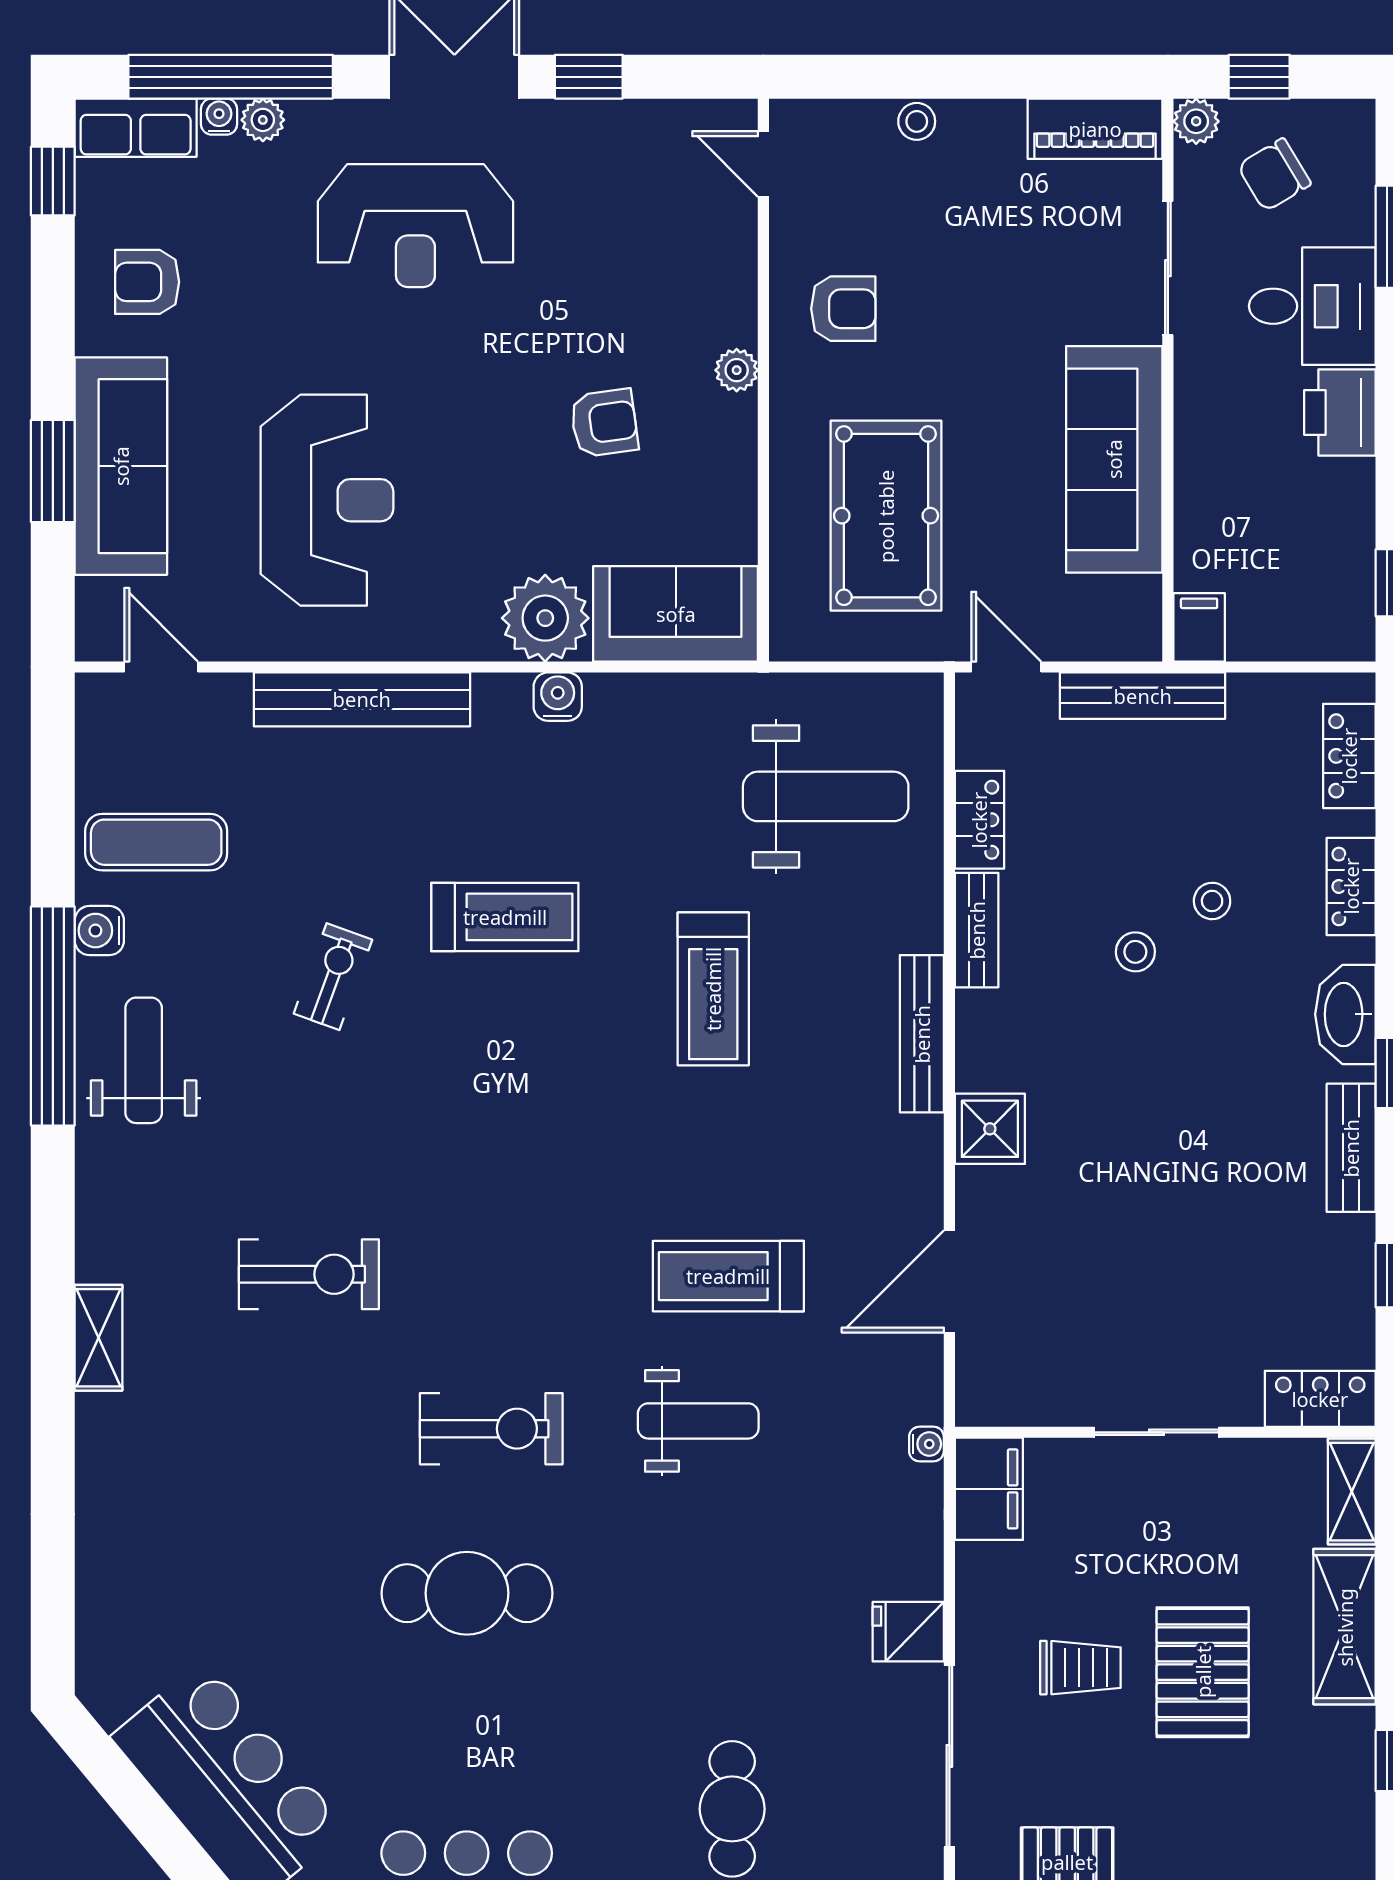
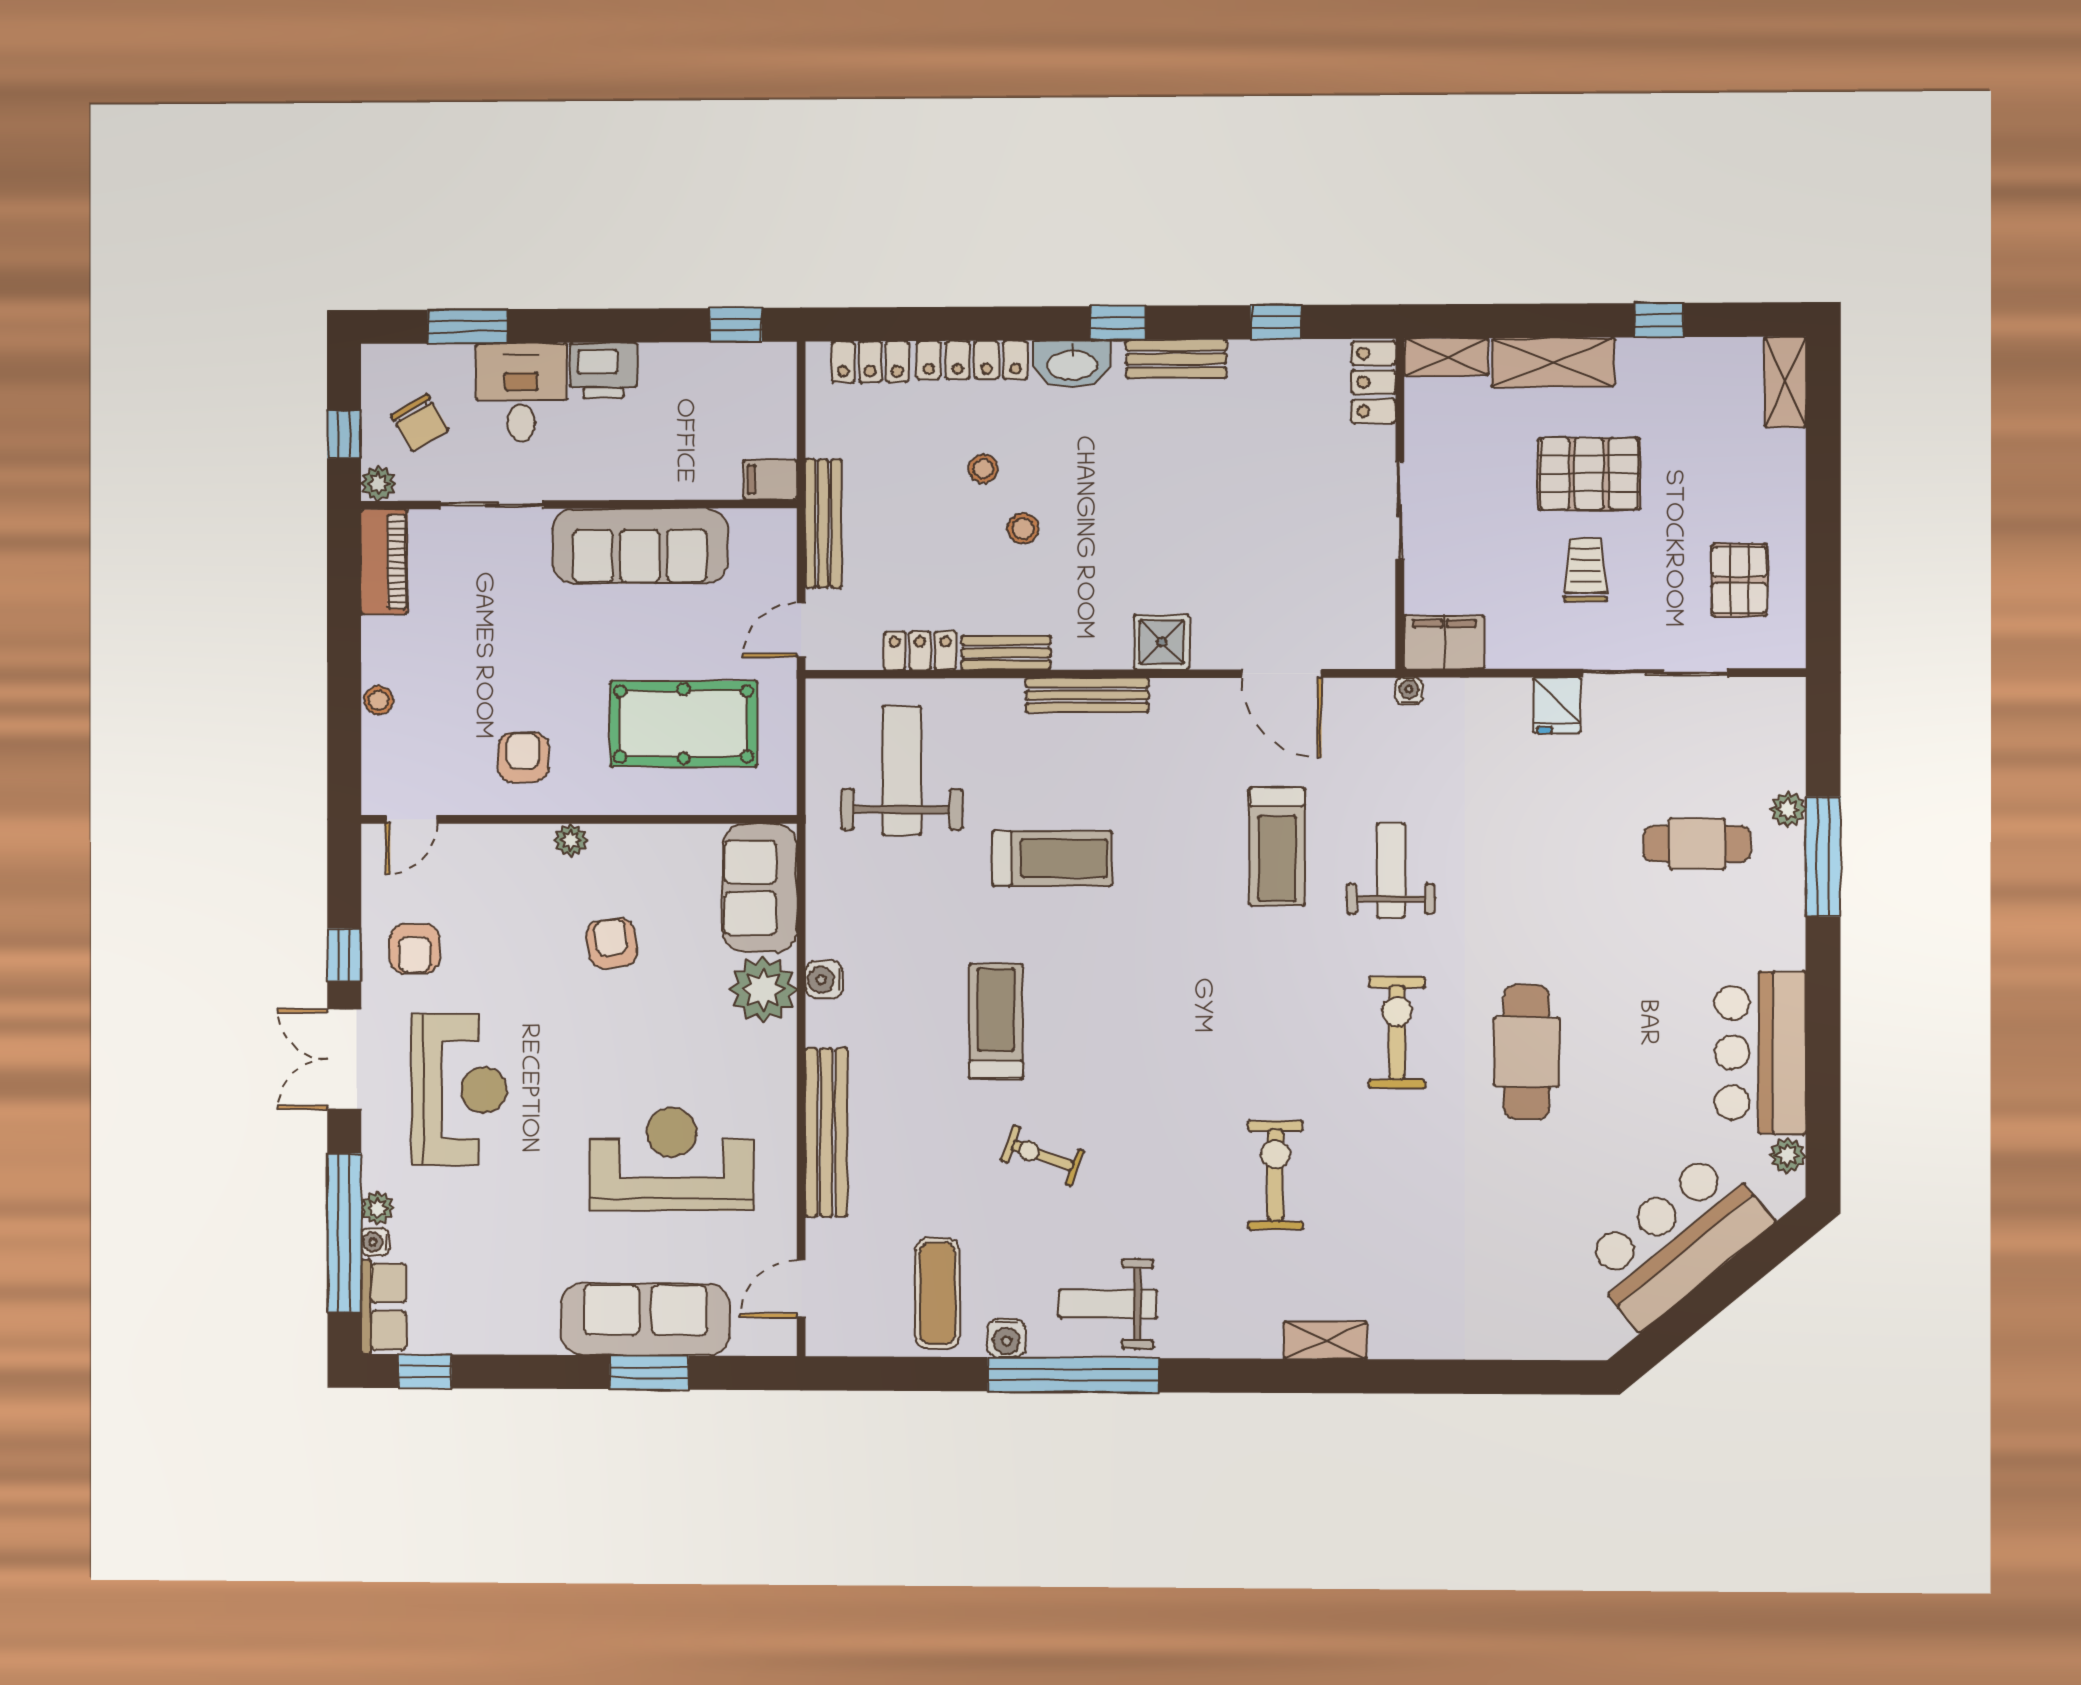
armchair: (147, 282) -> (415, 949), moved
locker: (1351, 886) -> (972, 360), width x1.53

